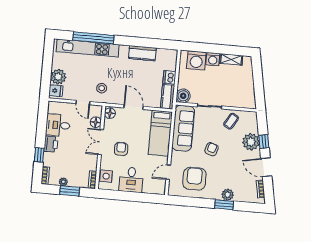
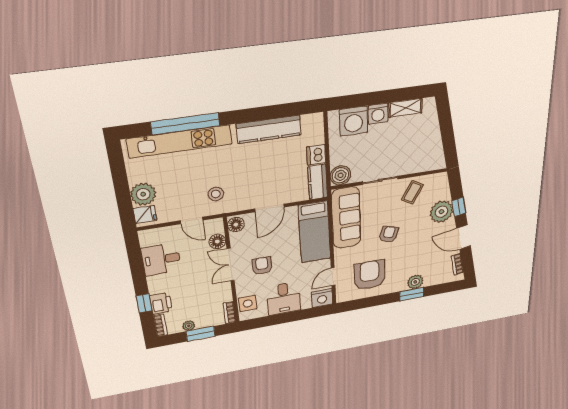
kitchen counter: (142, 53) -> (269, 129), width x1.50
door: (133, 107) -> (270, 208), swing flipped
printer: (51, 144) -> (161, 303), moved
nightstand: (158, 188) -> (322, 298), added

